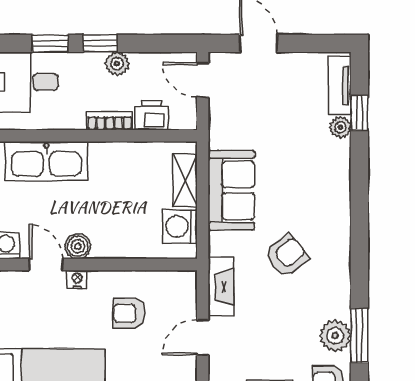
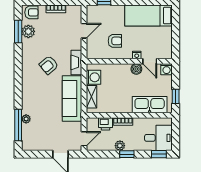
window: (50, 43) -> (159, 154), moved
door: (203, 80) -> (84, 139), hinge flipped
tv unit: (340, 85) -> (26, 136), removed
window: (359, 113) -> (18, 125), width x2.17
sofa: (231, 190) -> (72, 98), width x1.36
fireplace: (221, 287) -> (76, 62), moved

